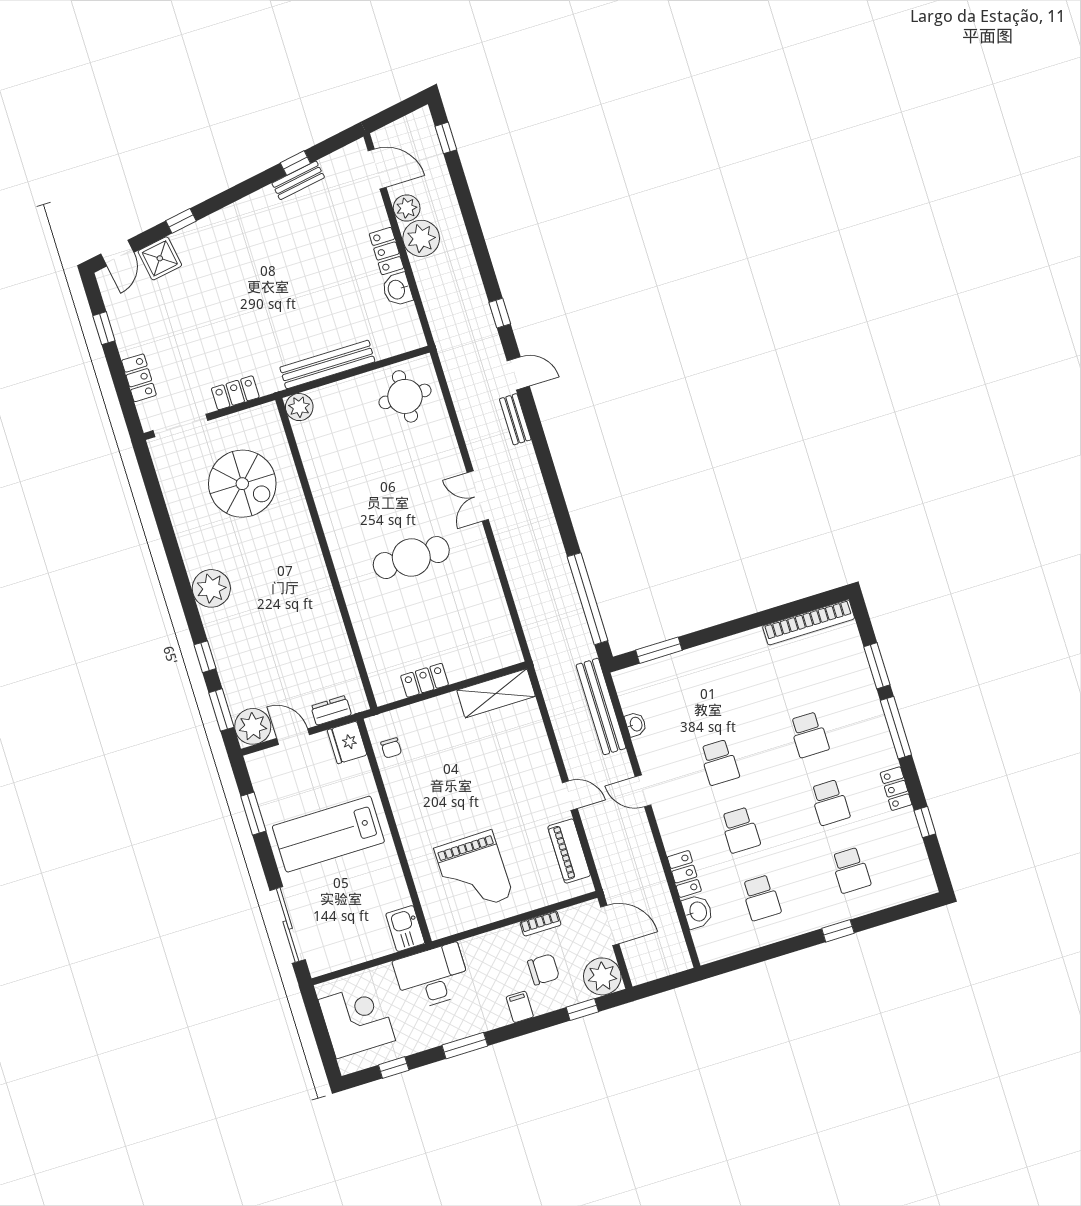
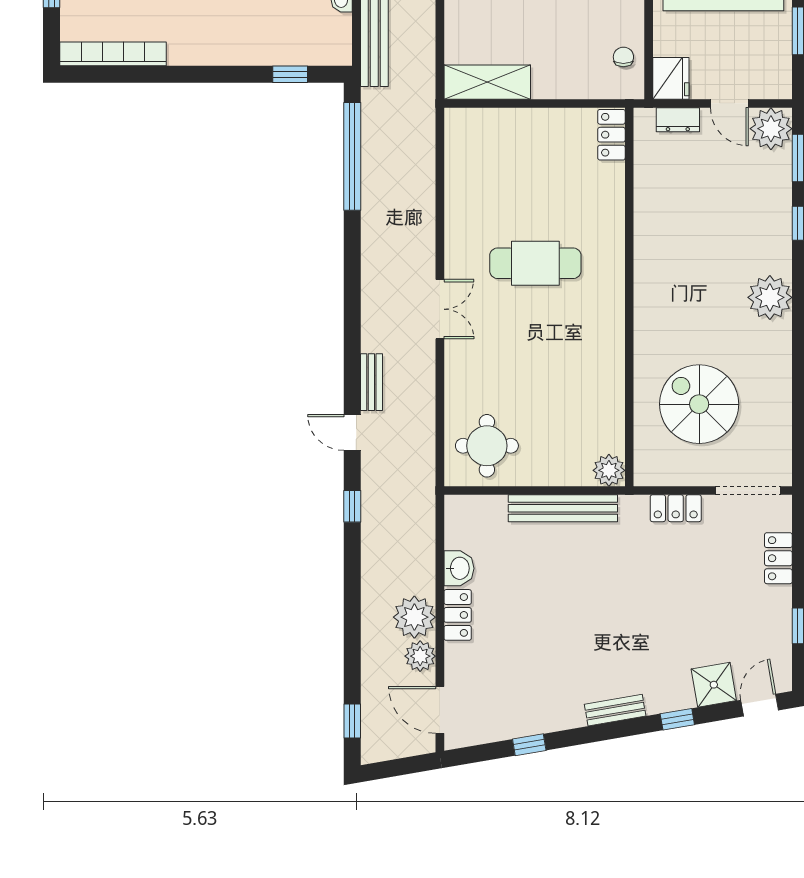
bench: (298, 180) -> (615, 710), moved
window: (659, 650) -> (290, 74), width x0.67
locker: (425, 680) -> (611, 135), moved, turned 90

